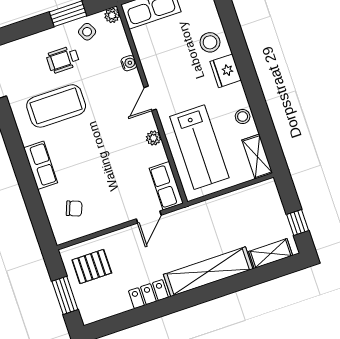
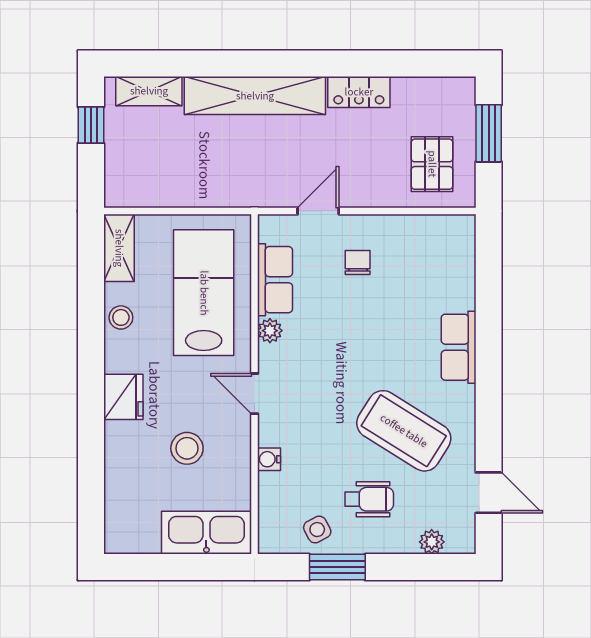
plant: (112, 15) -> (432, 542), moved
stool: (210, 42) -> (187, 448), moved
door: (150, 98) -> (255, 394), swing flipped
coffee table: (56, 106) -> (404, 431), turned 32
row of seats: (166, 186) -> (275, 280), moved
chair: (74, 208) -> (358, 263), moved, turned 69
pallet: (92, 266) -> (432, 164), turned 90

